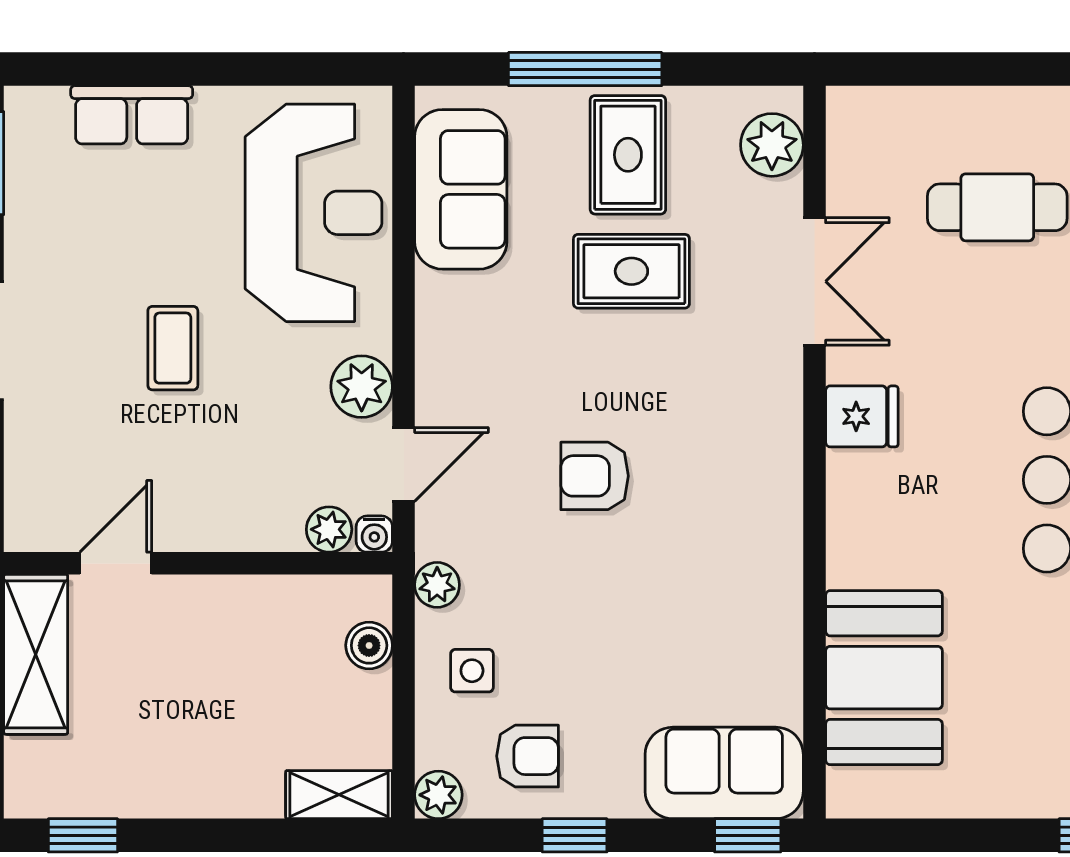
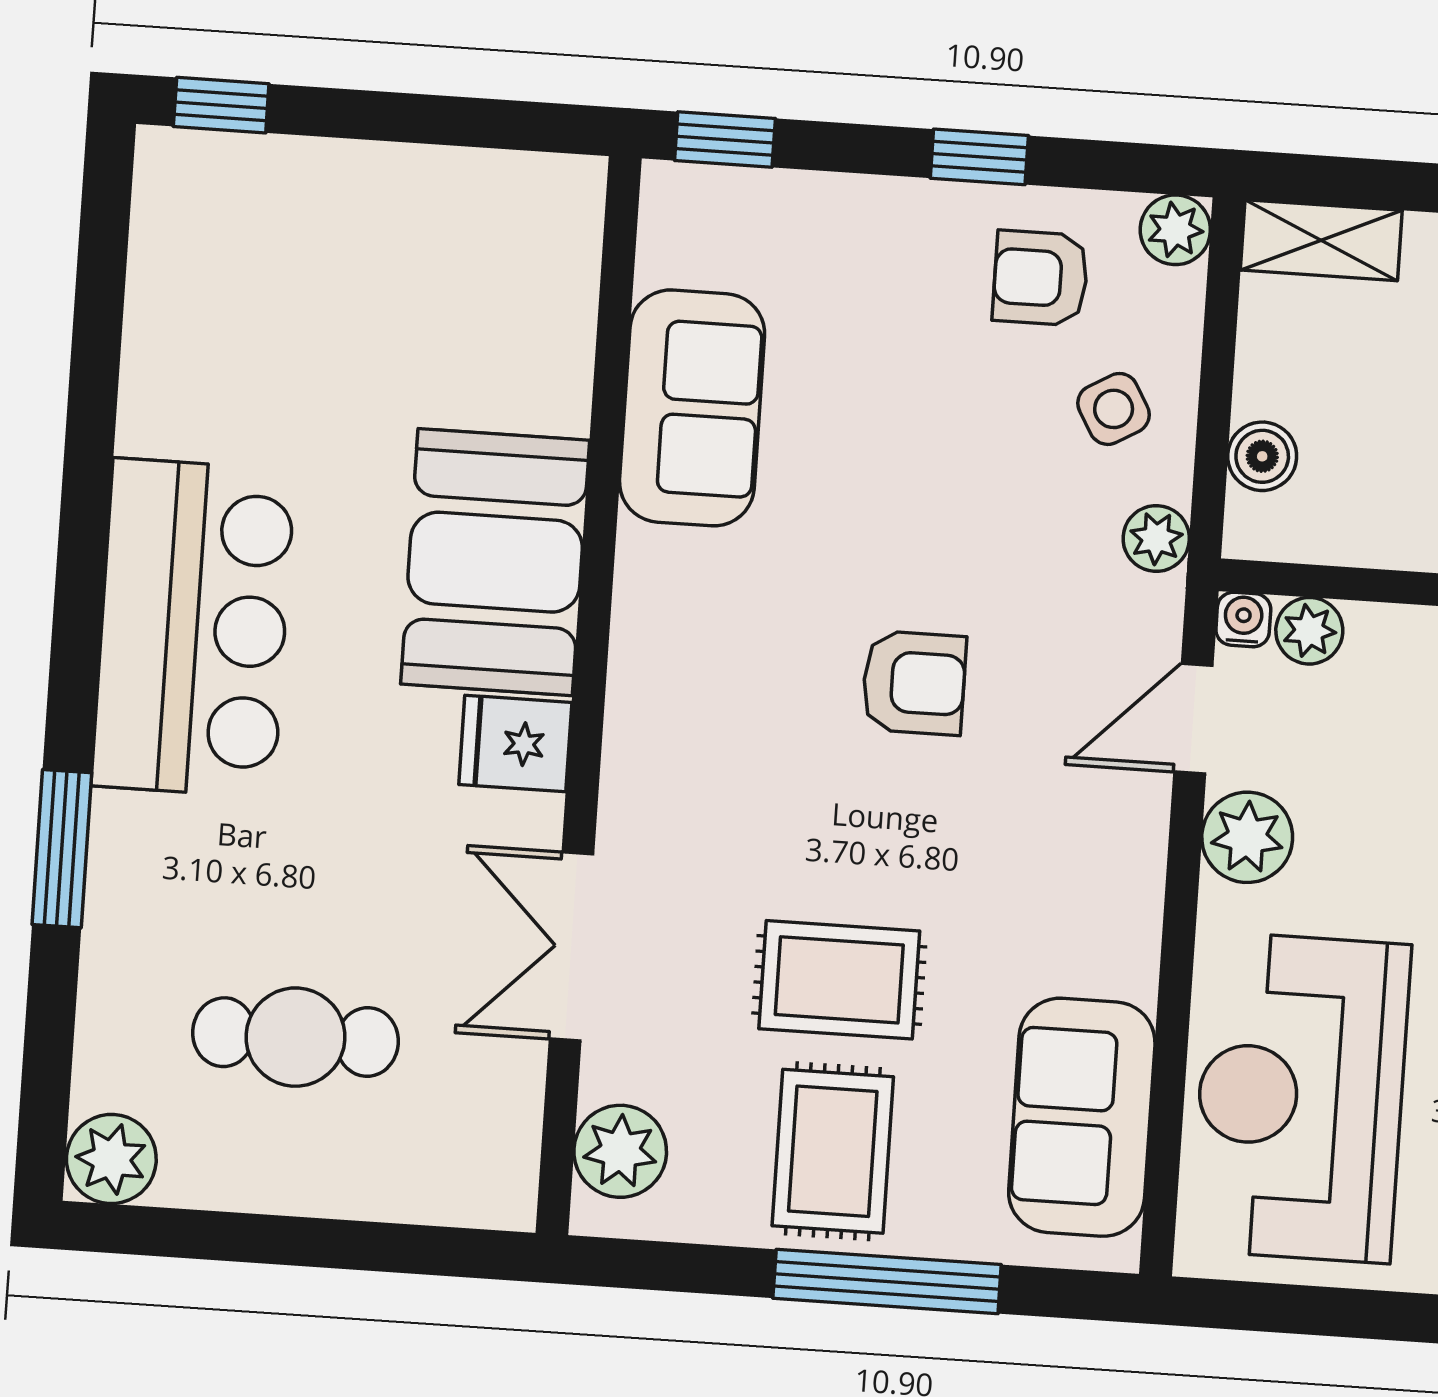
side table: (472, 671) -> (1114, 409), turned -30
booth: (884, 678) -> (495, 562), moved
sofa: (724, 773) -> (692, 408), moved, turned -90

